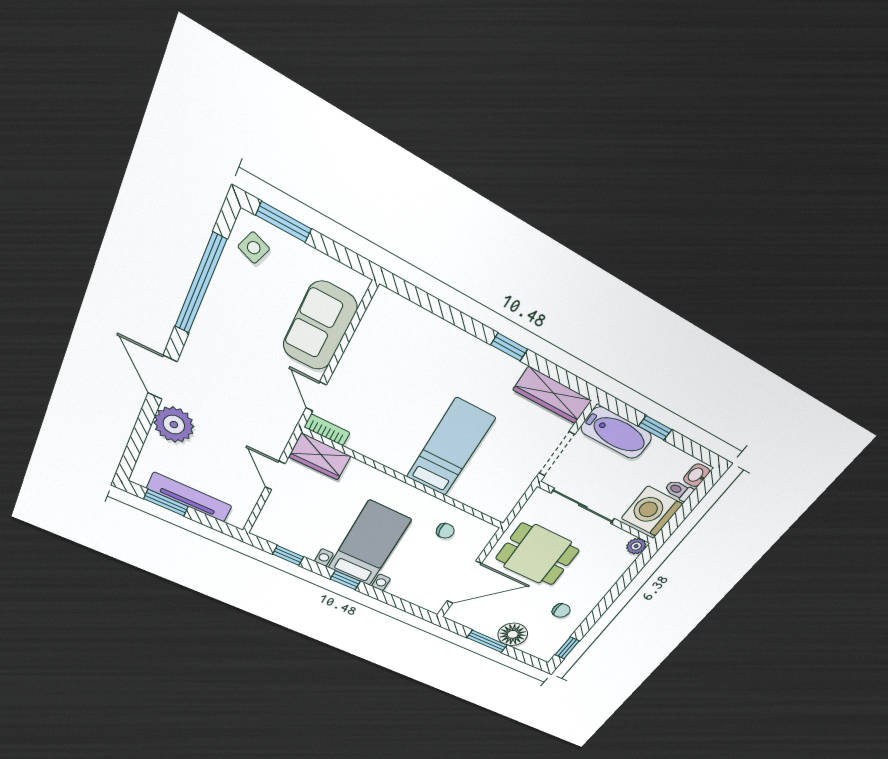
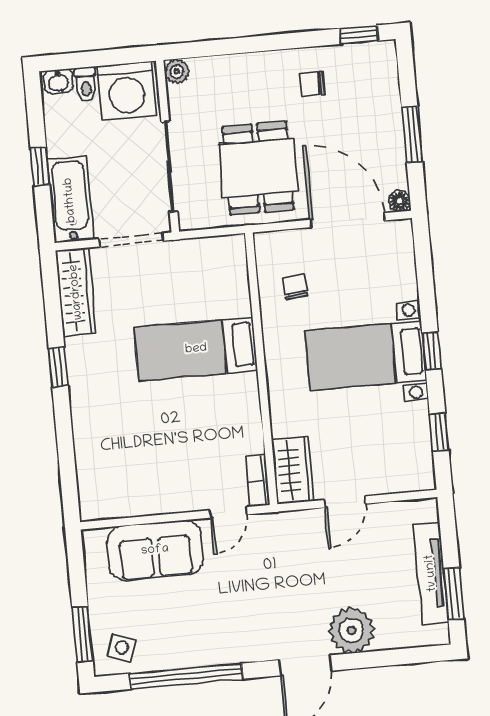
chair: (561, 611) -> (312, 84), turned -90
floor lamp: (513, 634) -> (400, 201), moved, width x0.53, depth x0.53

